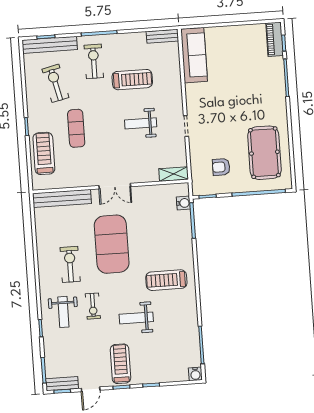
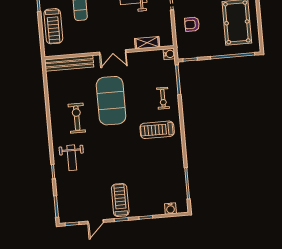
treadmill: (44, 153) -> (53, 26), turned 180
armchair: (221, 167) -> (192, 24), moved
shelving: (174, 174) -> (147, 43), moved
water cooler: (183, 203) -> (169, 54), moved
exercise bike: (93, 306) -> (163, 98), moved
weight bench: (136, 318) -> (133, 162), removed
water cooler: (195, 374) -> (170, 209), moved
bench: (62, 384) -> (72, 218), removed

